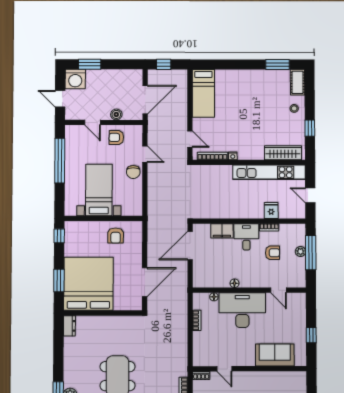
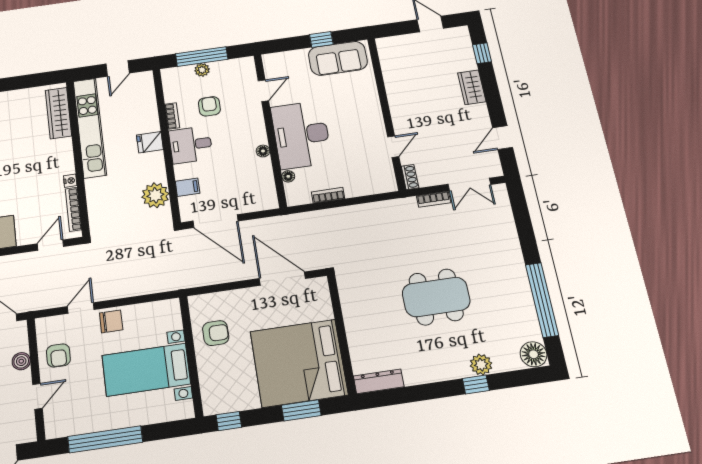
window: (310, 128) -> (18, 83), removed
plant: (214, 210) -> (155, 195), added
fridge: (271, 210) -> (150, 142), moved
filing cabinet: (222, 231) -> (188, 187), width x0.50
dresser: (69, 326) -> (379, 381), width x1.44
sofa: (275, 355) -> (338, 58), moved, turned -90

